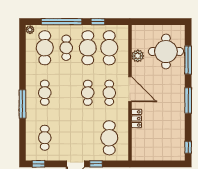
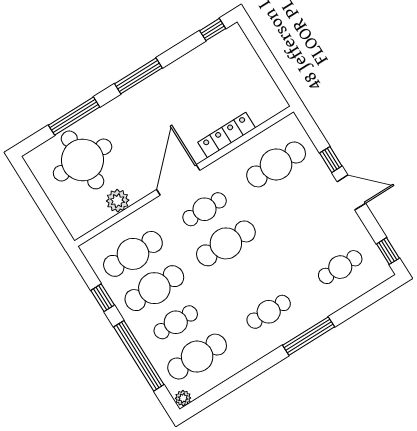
cafe table: (88, 93) -> (226, 243), width x1.37, depth x1.35
locker: (136, 118) -> (227, 135), width x1.53

